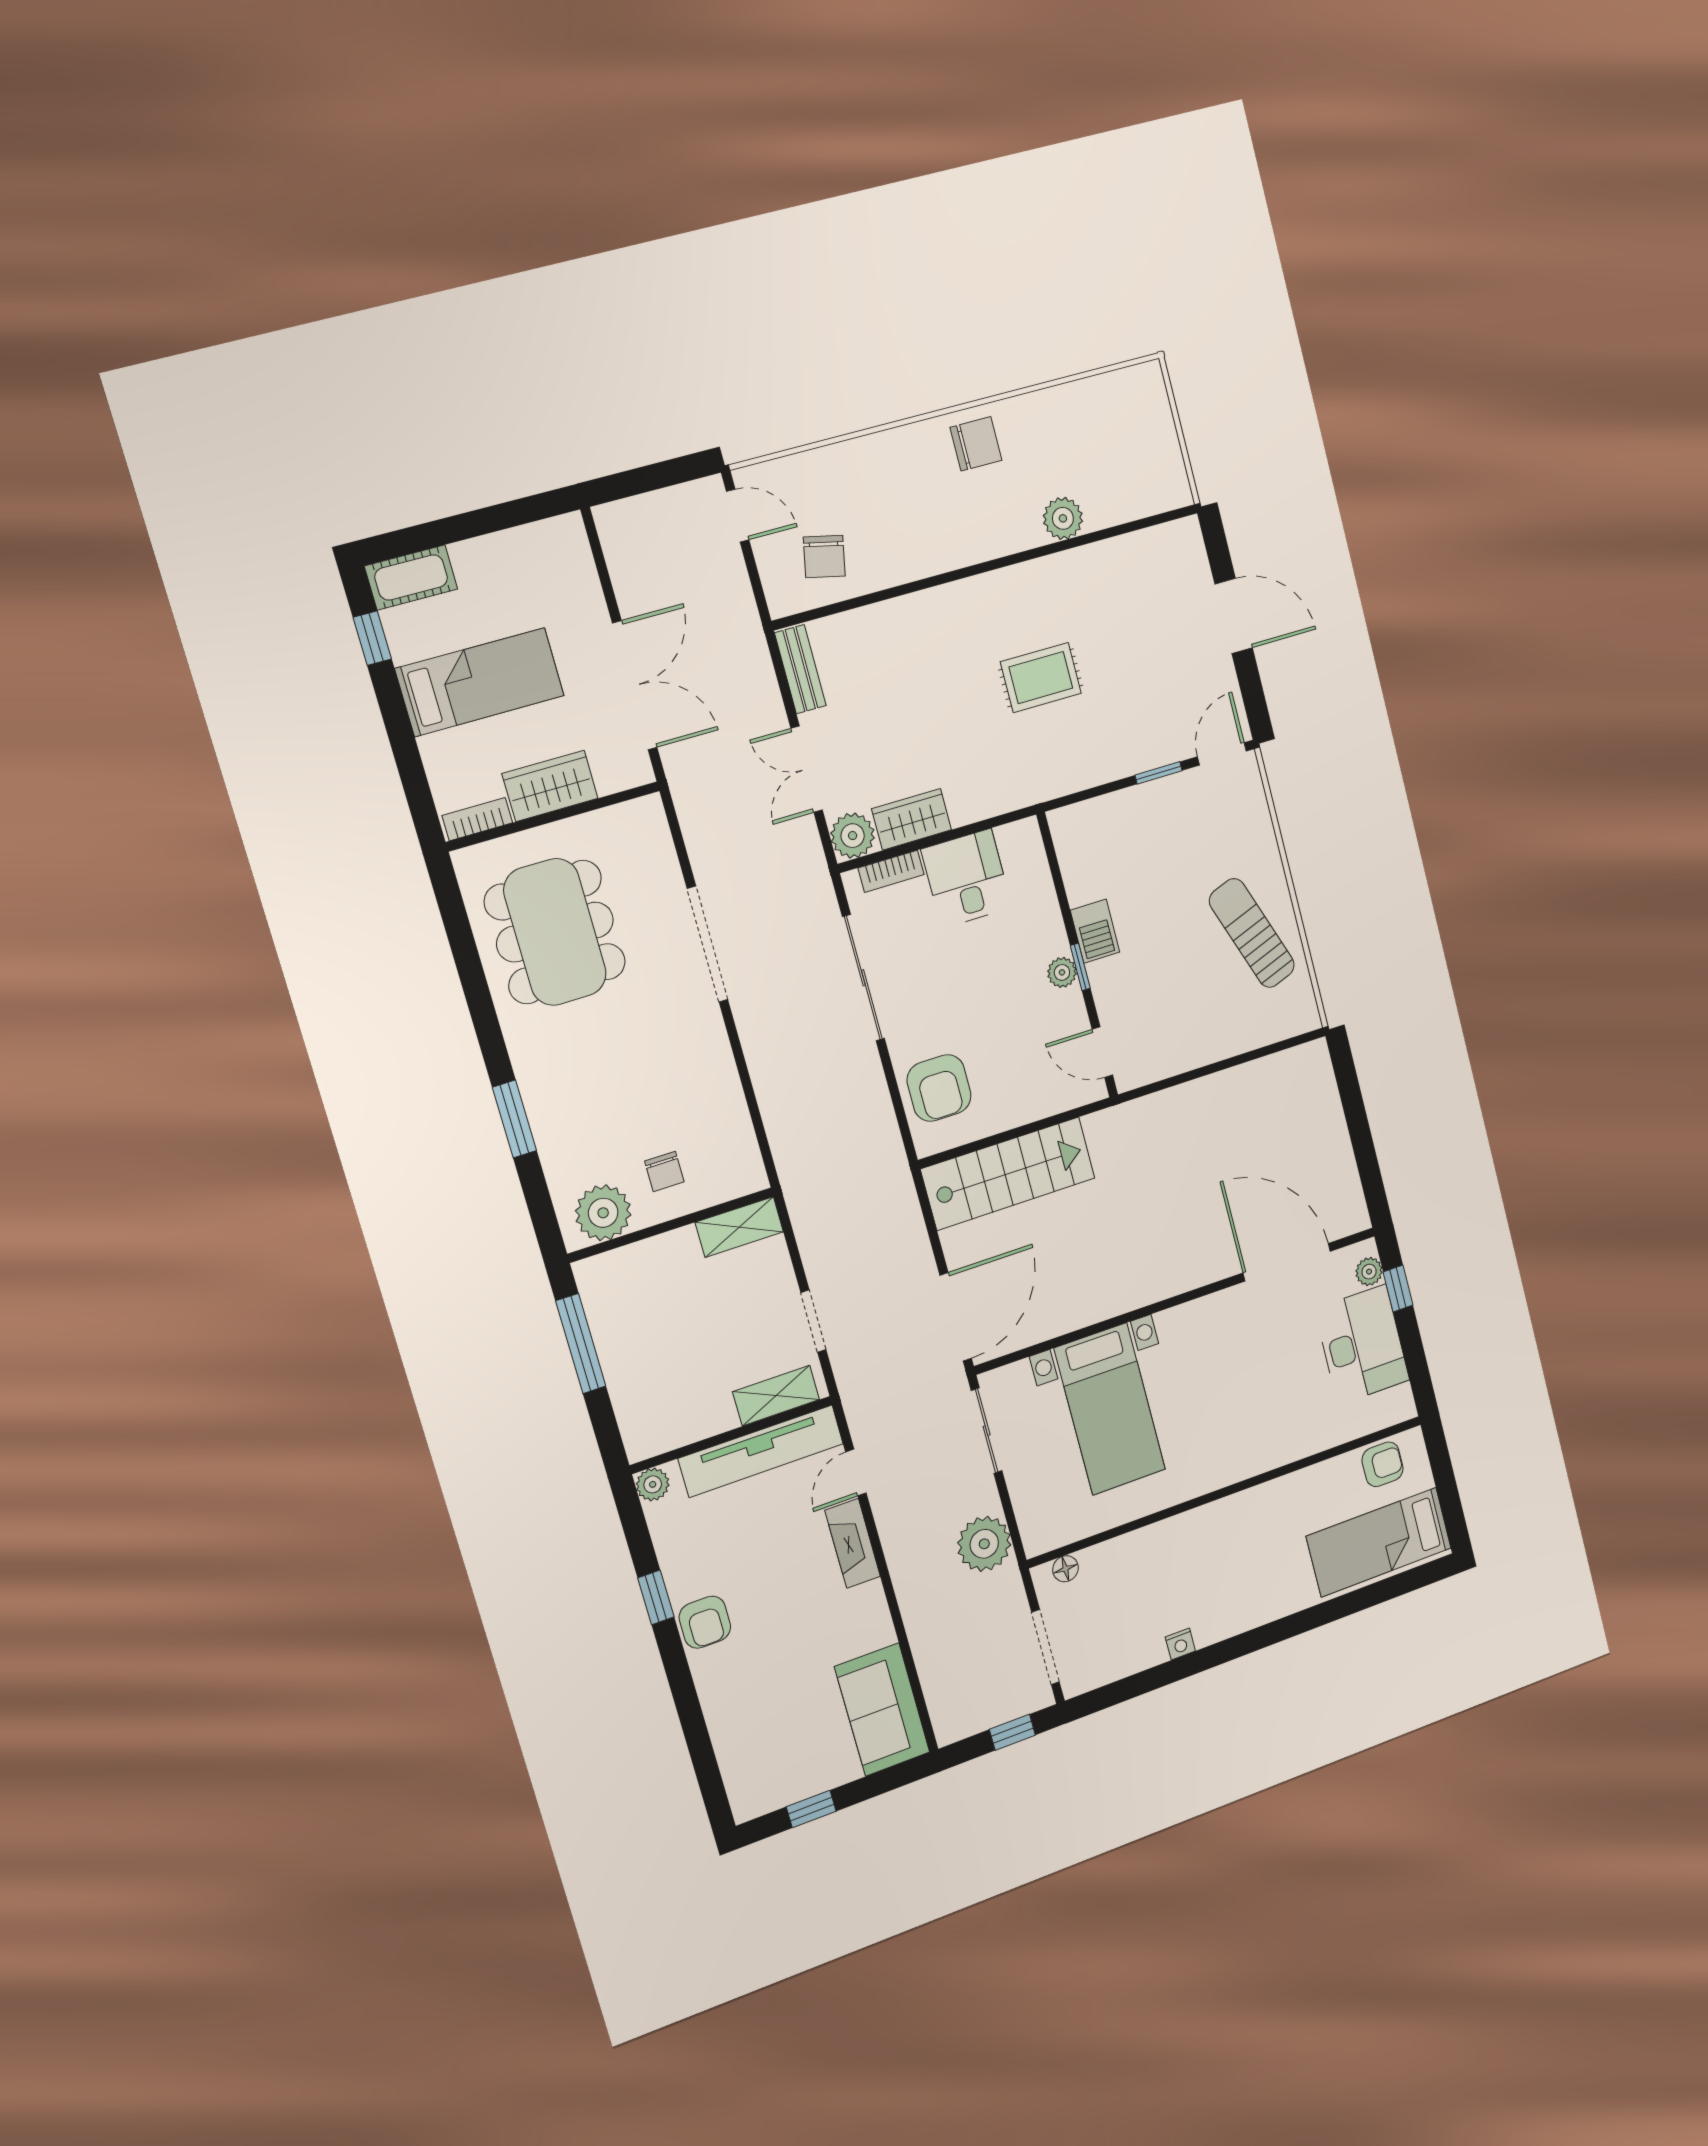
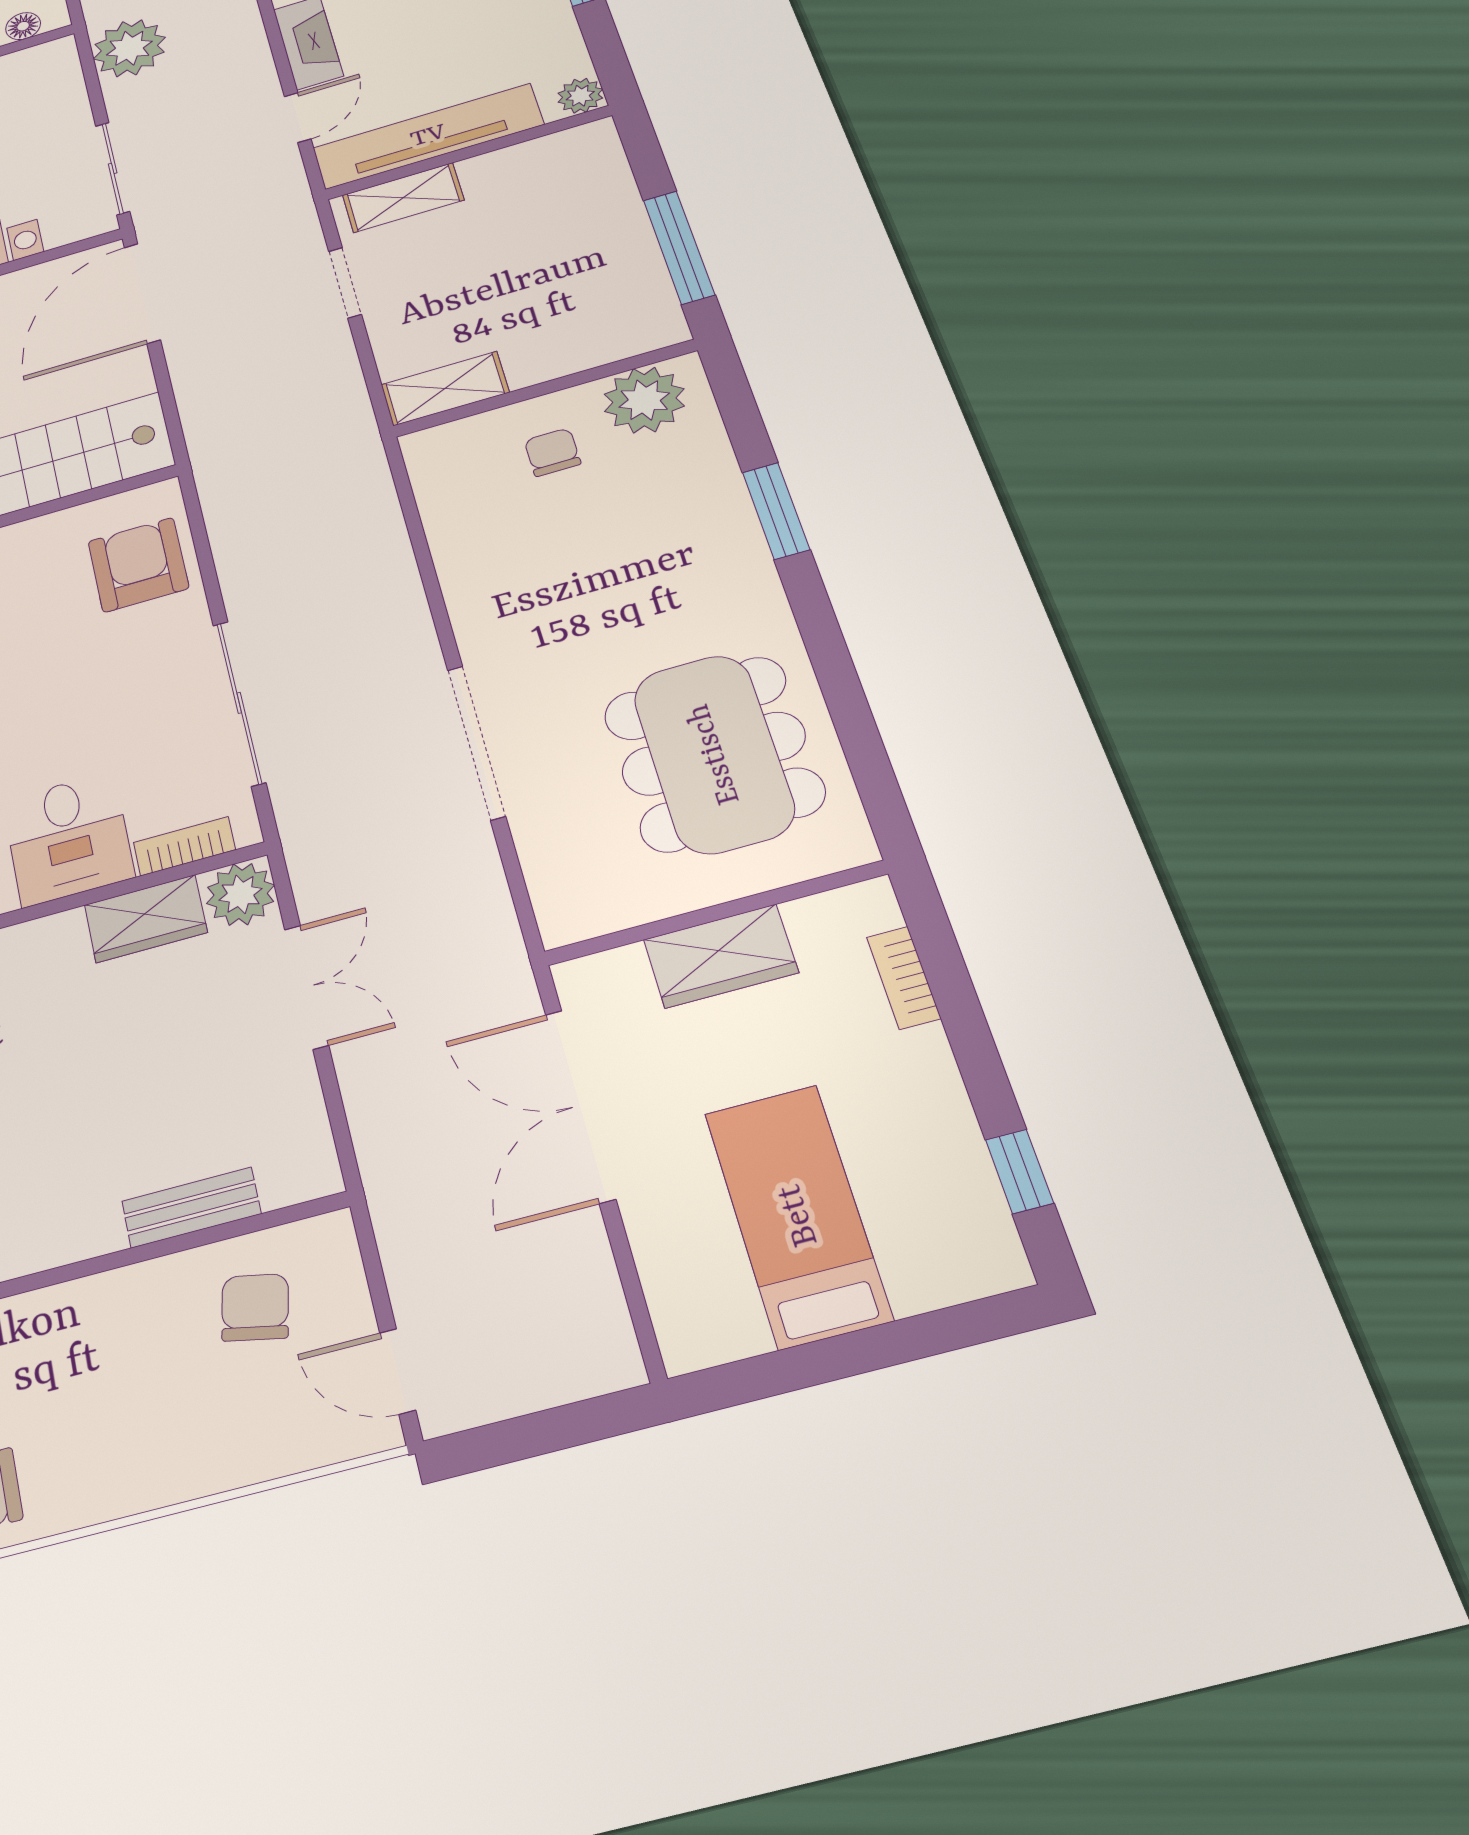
cot: (411, 577) -> (957, 1267), removed
bench: (800, 669) -> (191, 1207), moved, turned 90
bed: (480, 682) -> (798, 1215), moved, turned 90
bookcase: (477, 819) -> (904, 978), moved, turned 90

